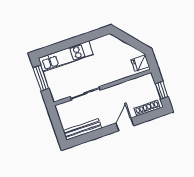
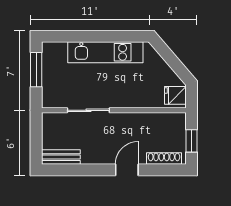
kitchen unit: (66, 56) -> (105, 52), moved
bench: (82, 129) -> (61, 157), width x0.73

